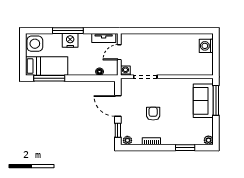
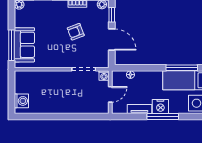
tv unit: (104, 38) -> (139, 109), moved
armchair: (153, 114) -> (76, 32), turned 69

